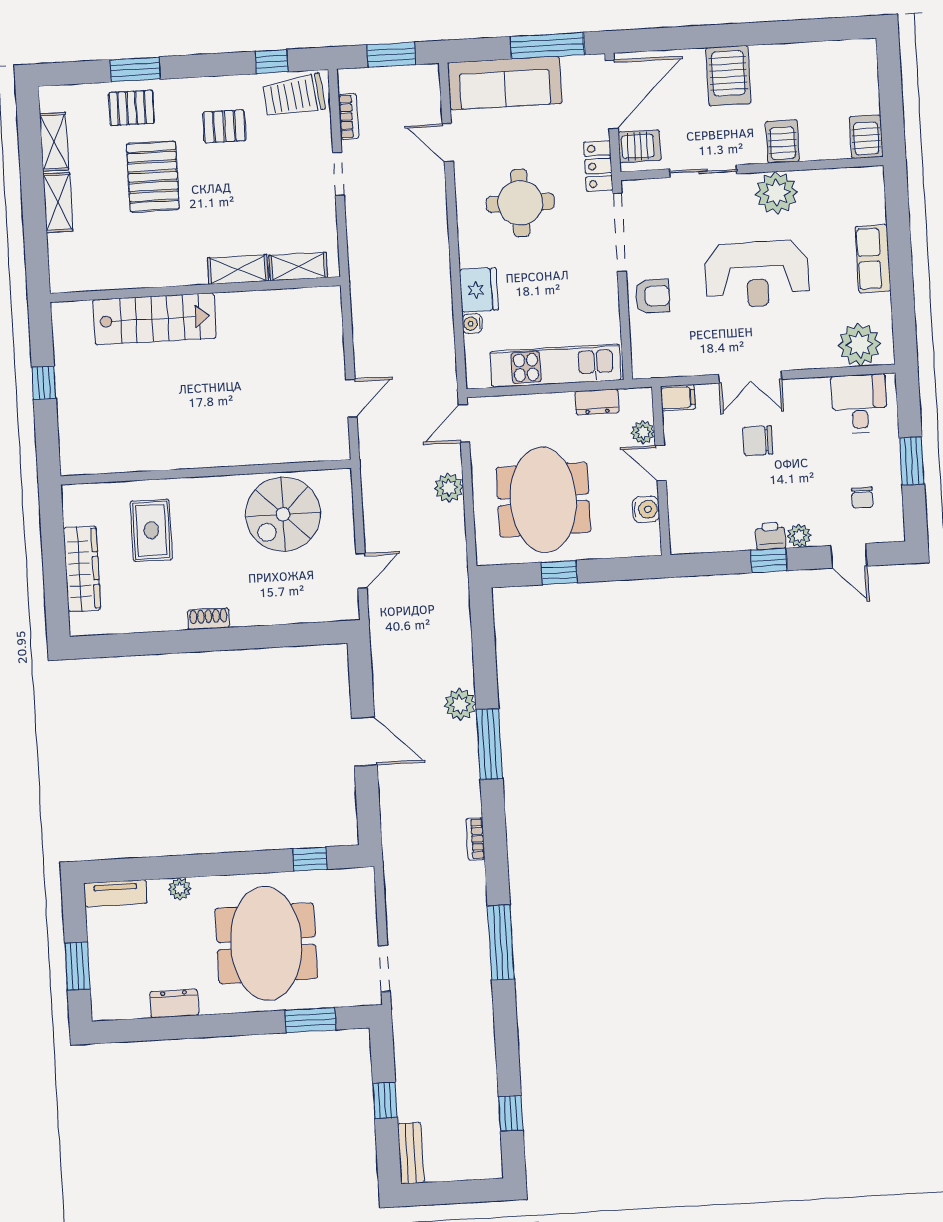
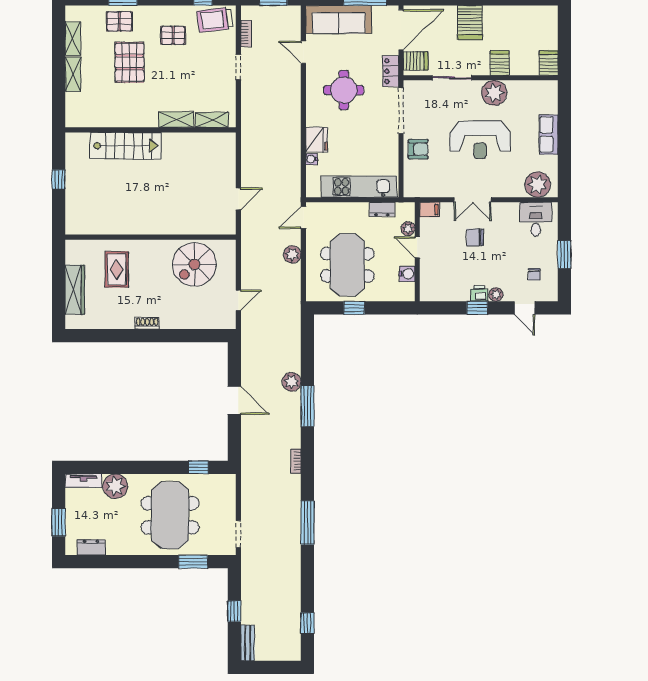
plant: (180, 889) -> (115, 486), width x1.88, depth x1.88
dresser: (174, 1003) -> (91, 547), moved

